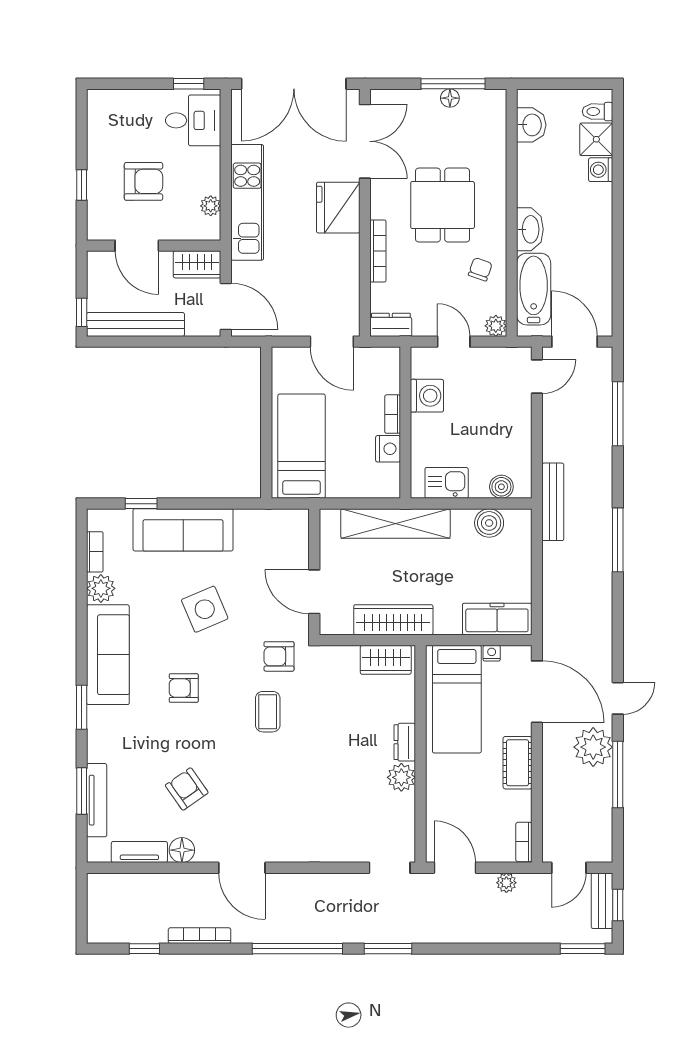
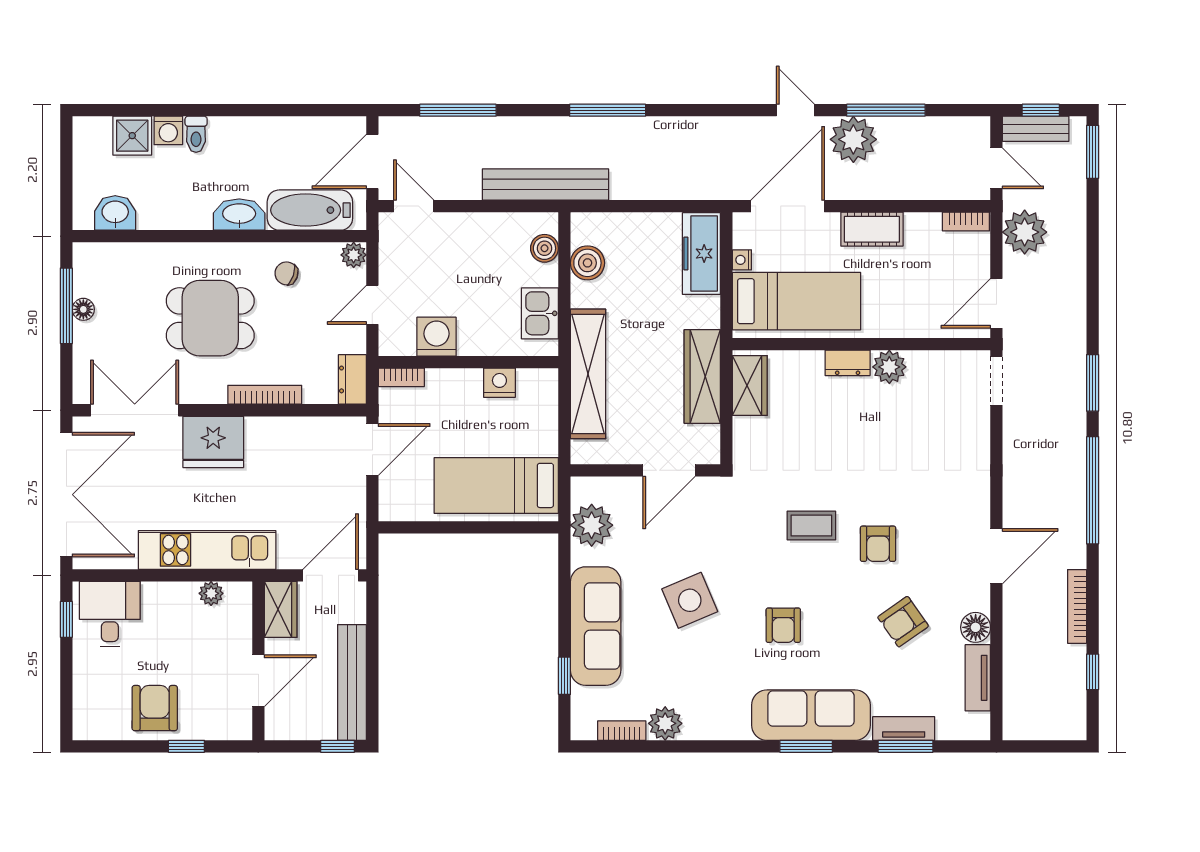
toilet: (598, 112) -> (196, 134), moved
armchair: (143, 181) -> (155, 708), moved
bookcase: (393, 414) -> (401, 377), moved
bench: (553, 502) -> (546, 185), width x1.37, depth x1.21
plant: (268, 526) -> (592, 525), added
sofa: (108, 655) -> (811, 715), moved
armchair: (279, 656) -> (878, 544), moved
tv unit: (97, 800) -> (904, 728), width x0.71
plant: (506, 883) -> (1025, 232), width x1.88, depth x1.88

